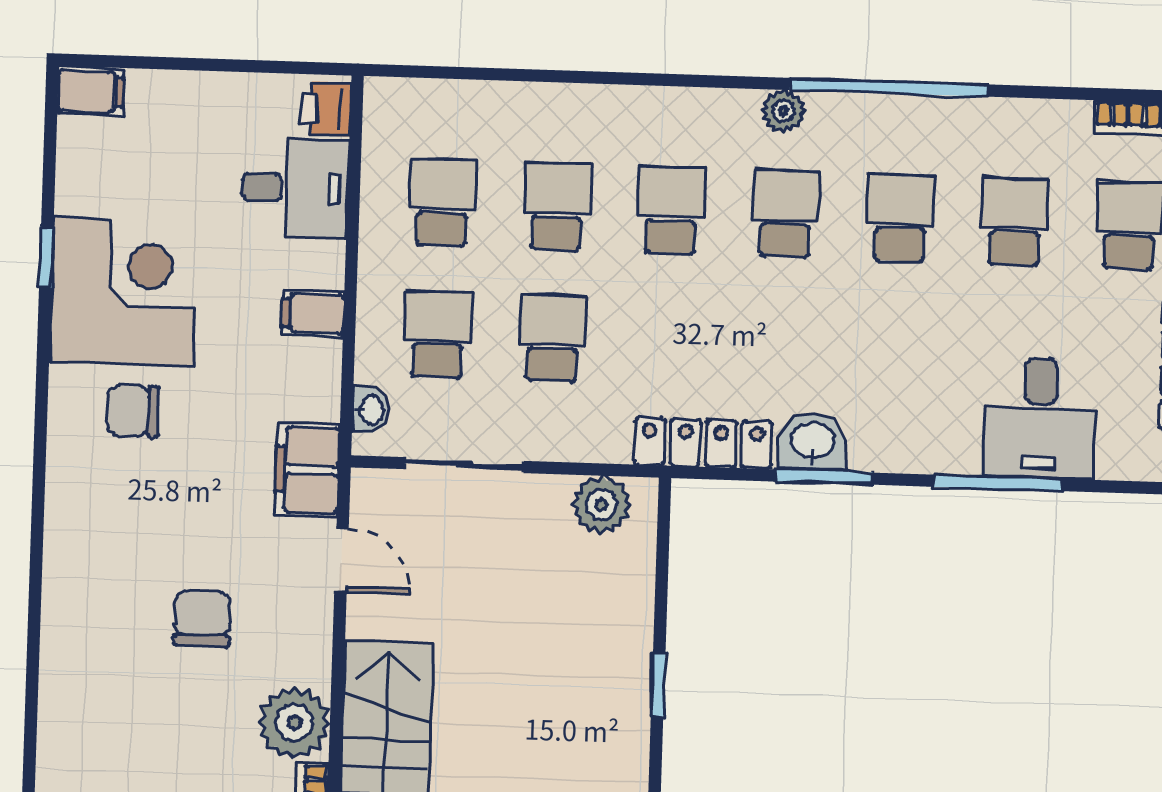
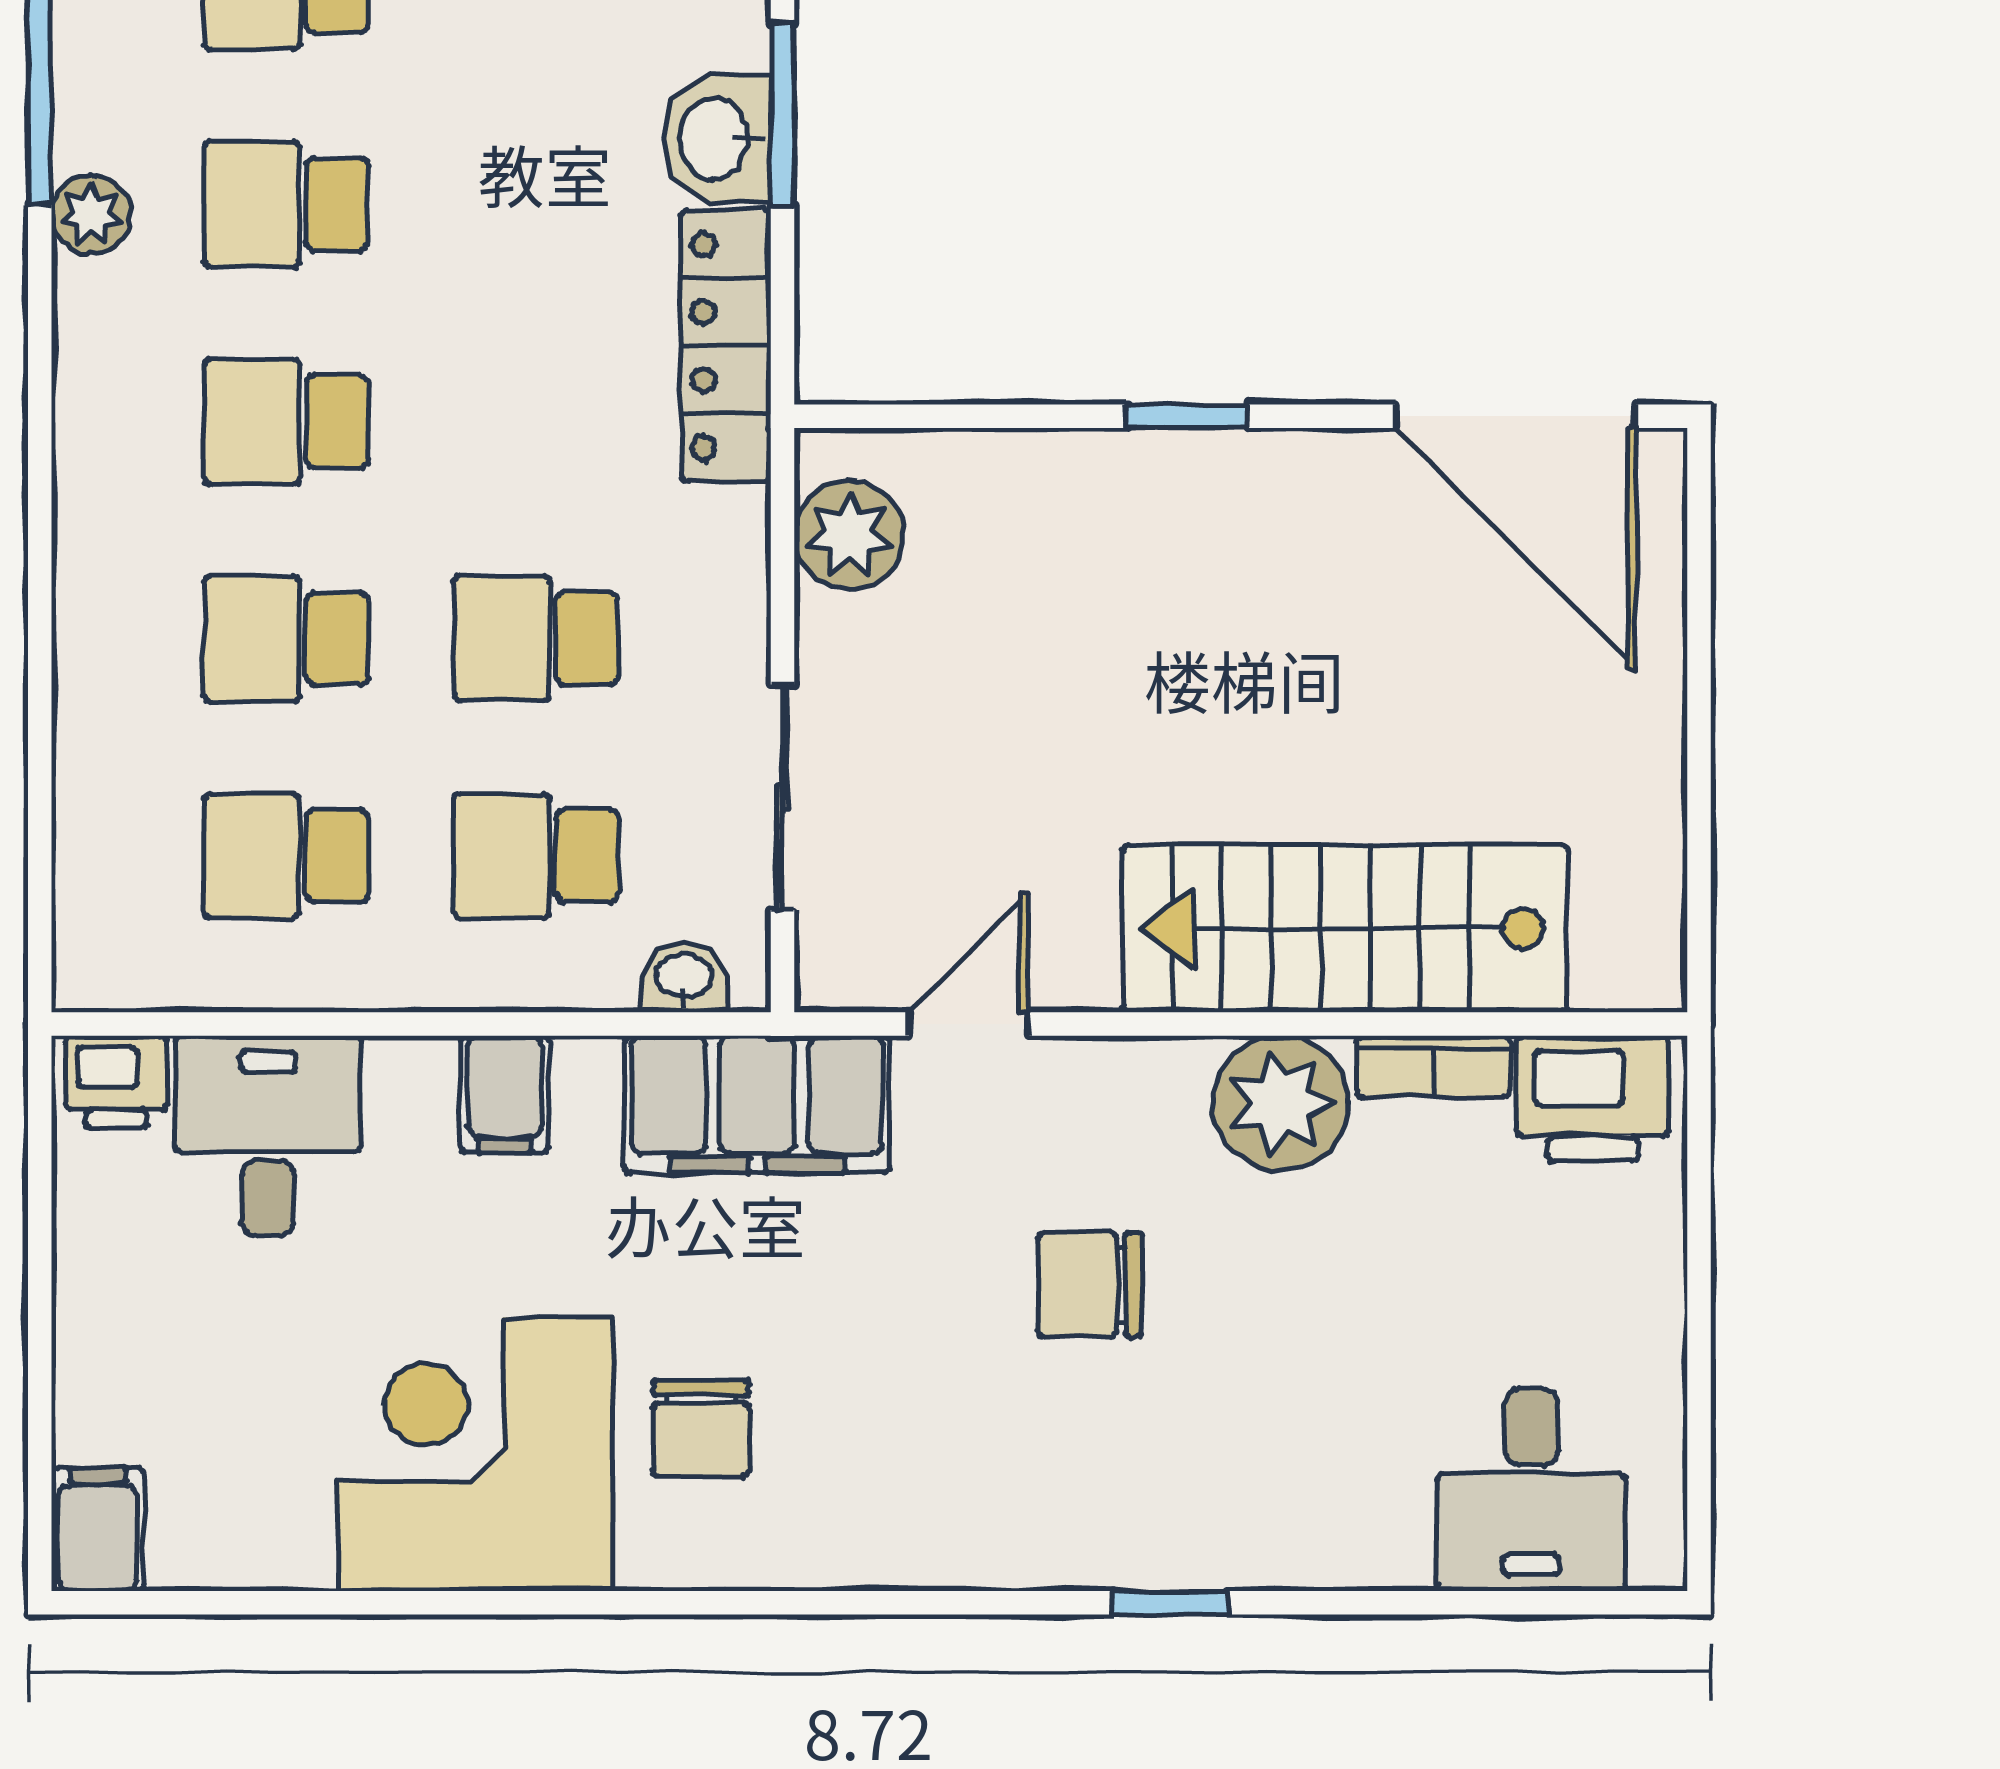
window: (46, 257) -> (1170, 1603), moved
filing cabinet: (307, 470) -> (757, 1104), width x1.50, depth x1.17

